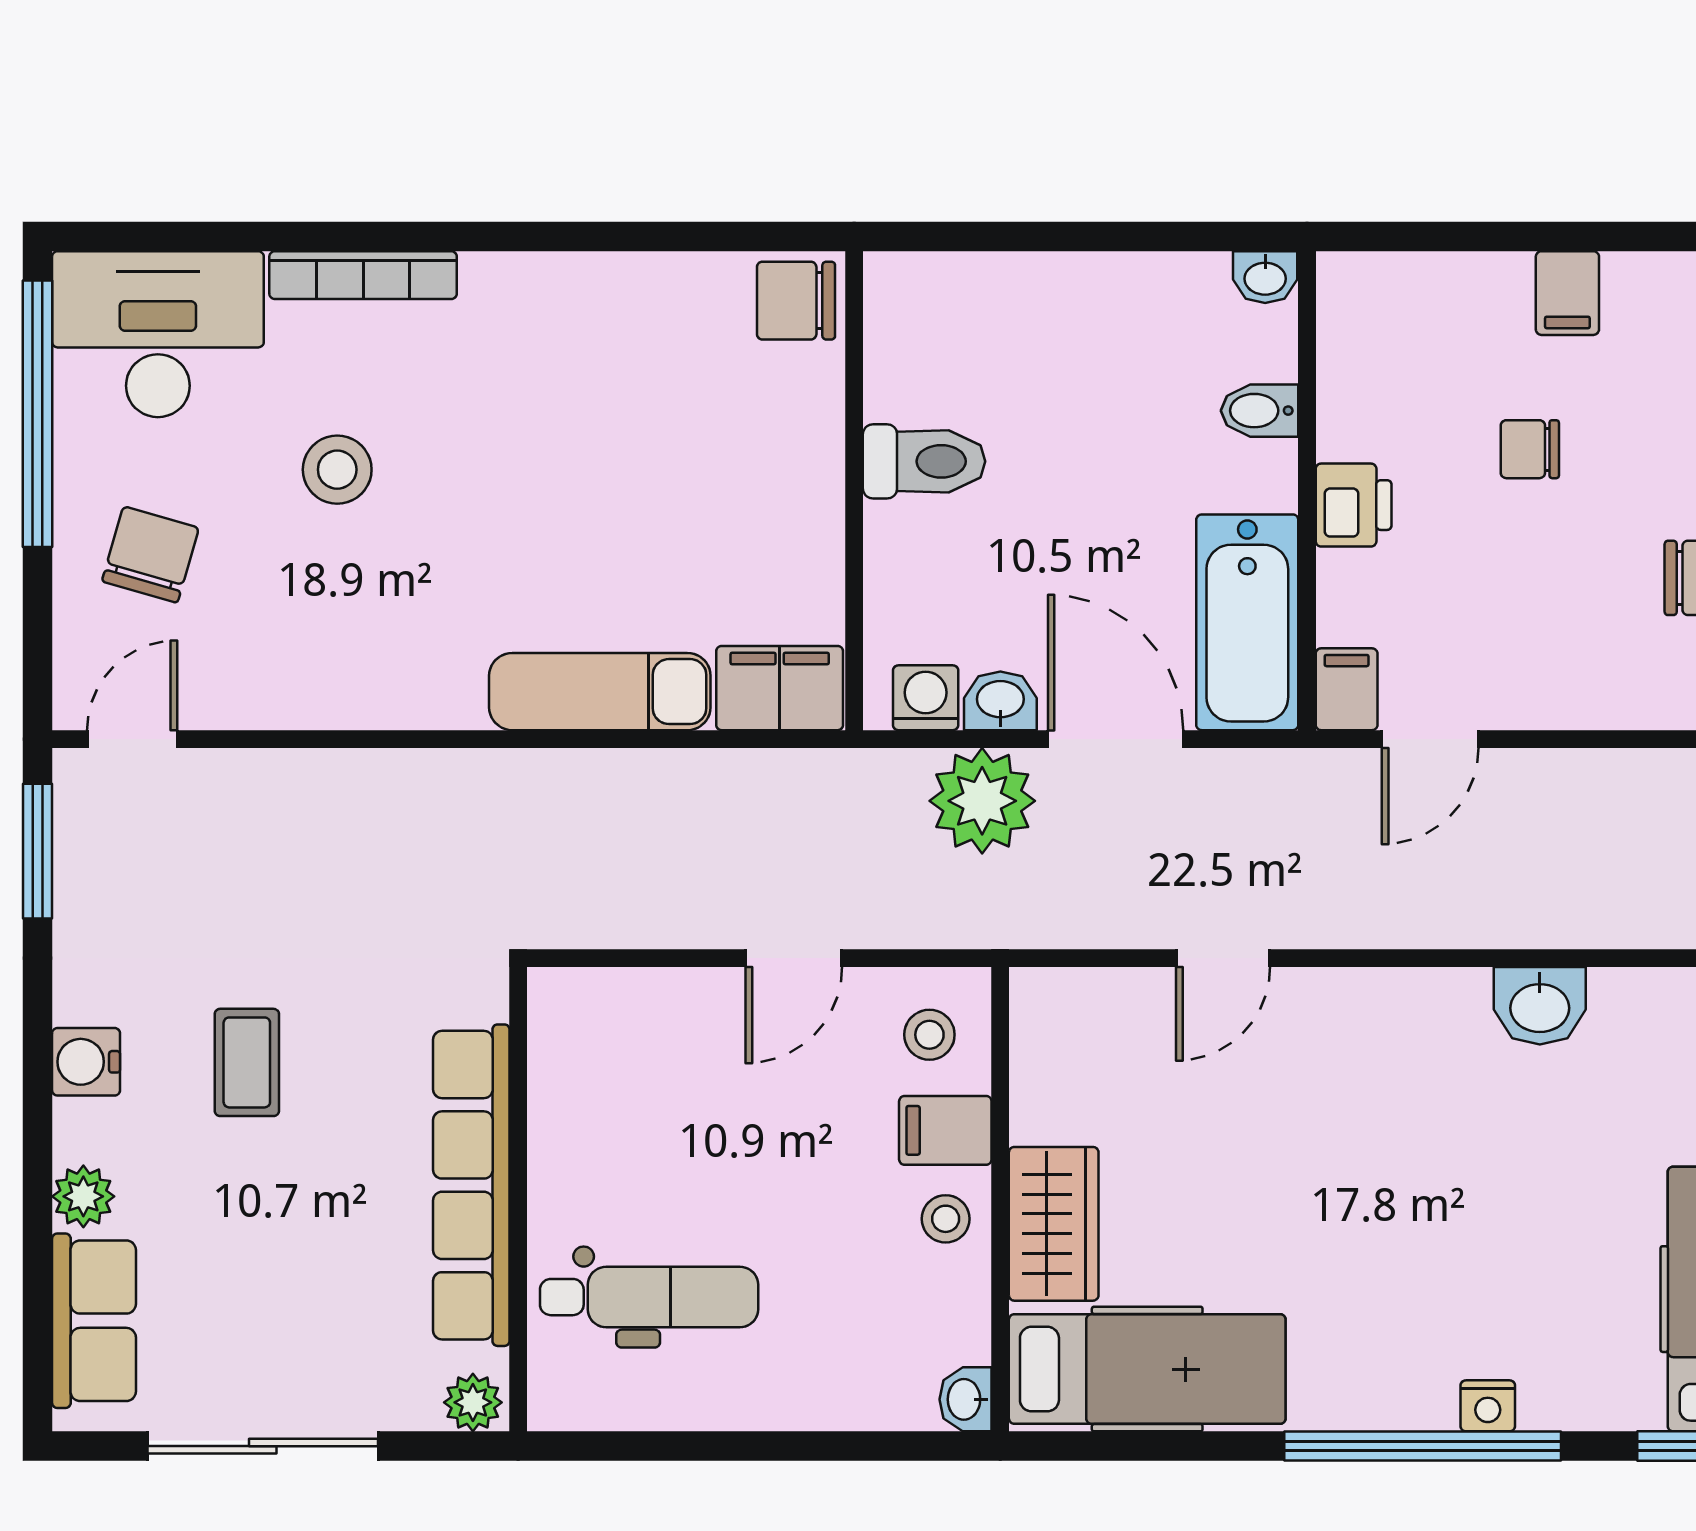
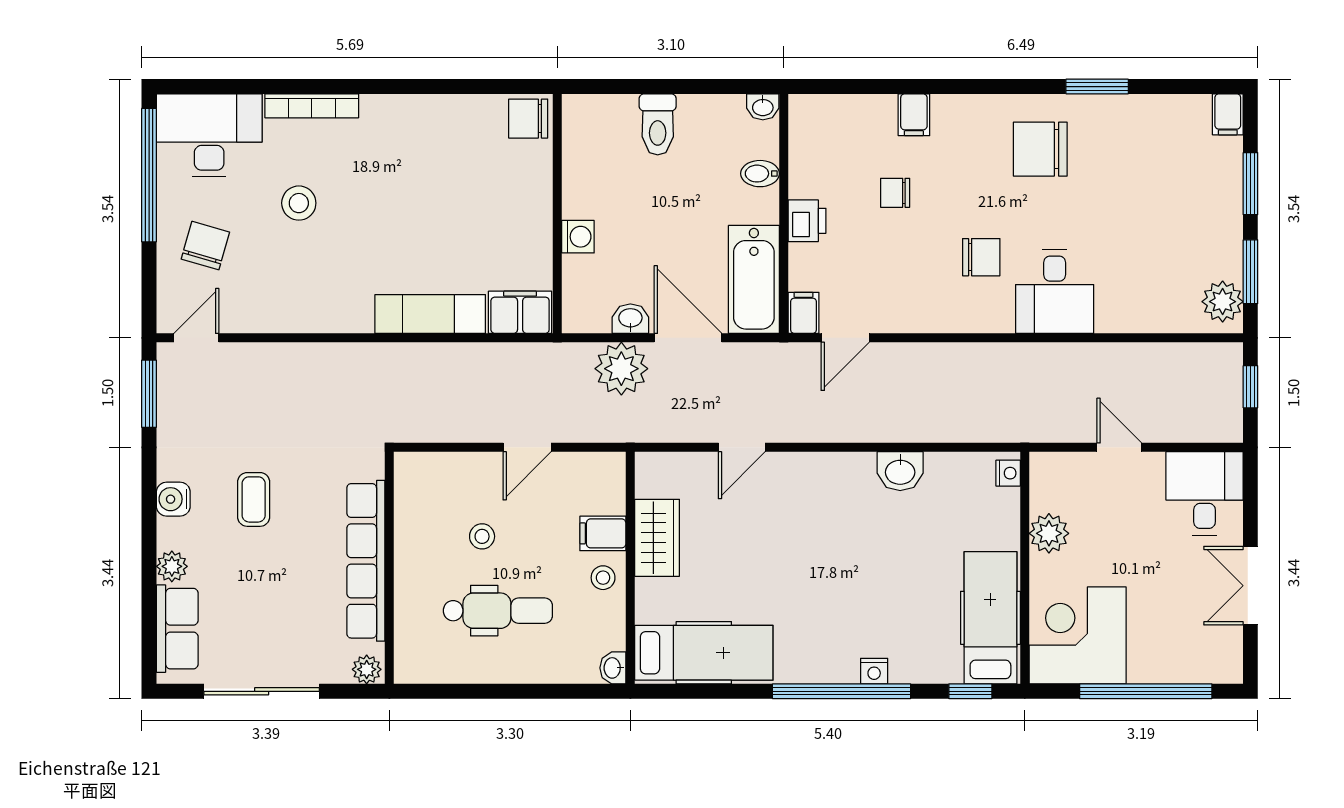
toilet: (924, 461) -> (658, 124), moved, turned 90
washing machine: (926, 698) -> (578, 237), moved, turned 90
stool: (929, 1035) -> (482, 536), moved
wardrobe: (1054, 1224) -> (657, 538), moved
dental chair: (649, 1297) -> (498, 611), moved

